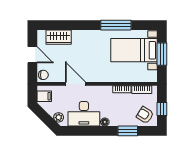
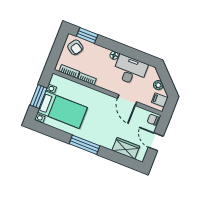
window: (116, 25) -> (84, 145), moved
window: (162, 109) -> (58, 47), removed
plant: (59, 117) -> (158, 85), moved
window: (128, 131) -> (87, 35), moved

